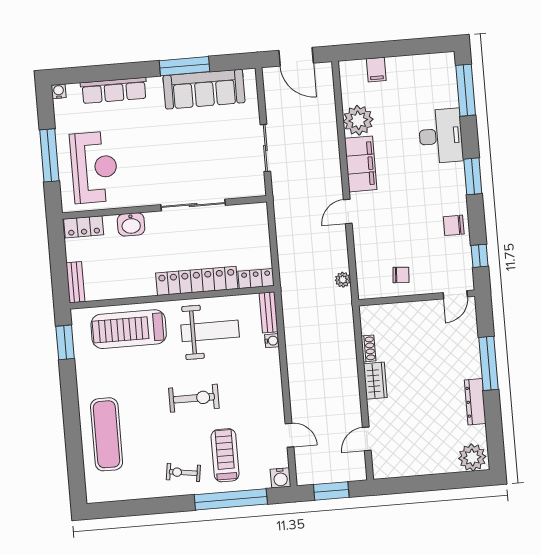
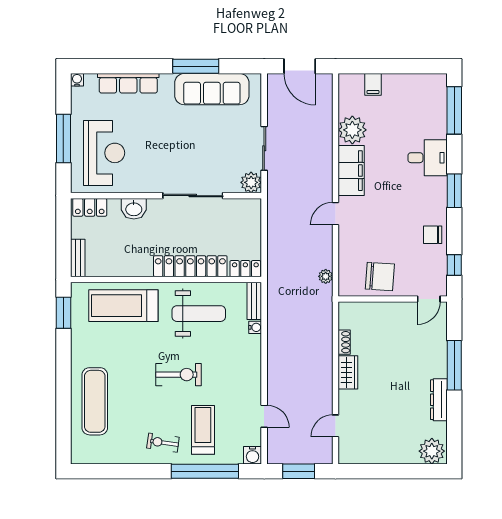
desk: (441, 136) -> (428, 158), width x0.73
plant: (254, 186) -> (251, 182), added
chair: (401, 275) -> (380, 277), width x1.87, depth x1.87

